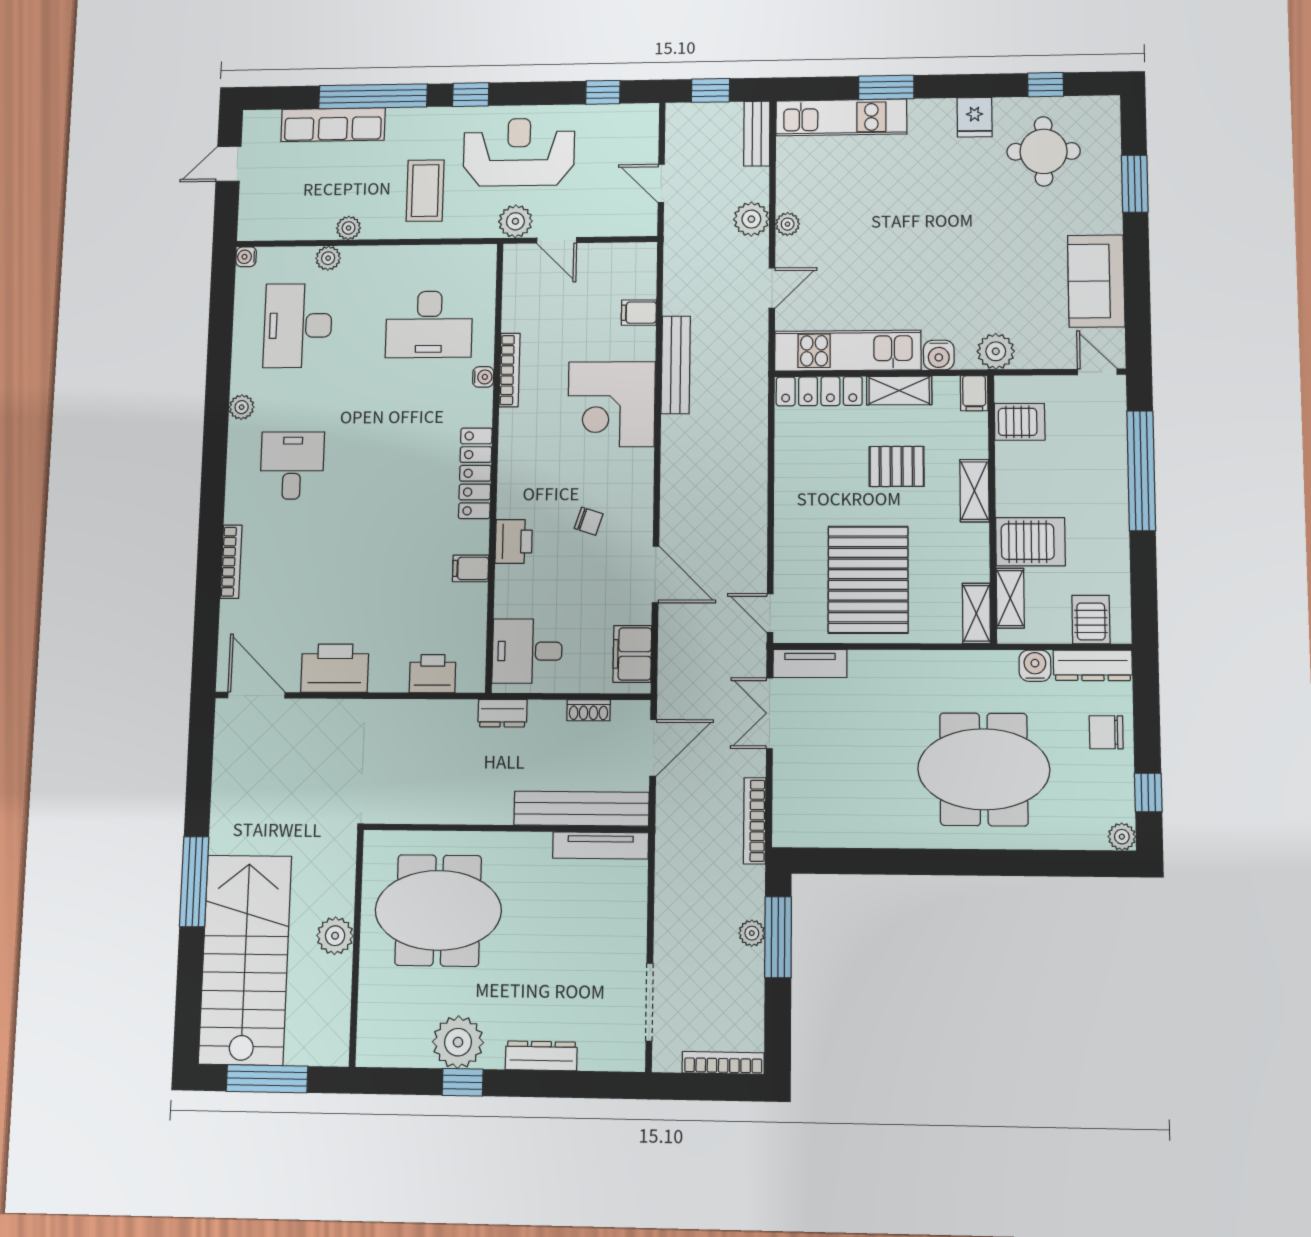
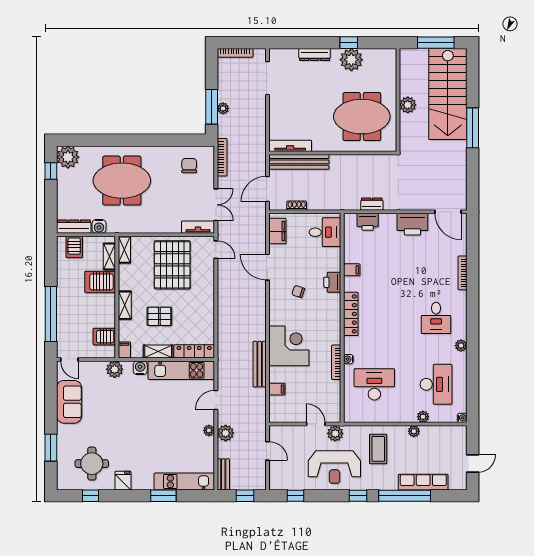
dresser: (502, 713) -> (372, 204), moved
chair: (1106, 732) -> (189, 166), moved, turned -90
plant: (1122, 837) -> (68, 157), width x1.87, depth x1.87

